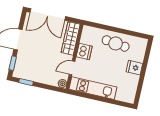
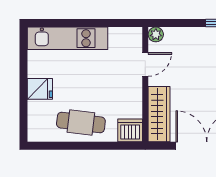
dishwasher: (84, 52) -> (130, 130), moved, turned 90
kitchen unit: (93, 88) -> (68, 38), moved

